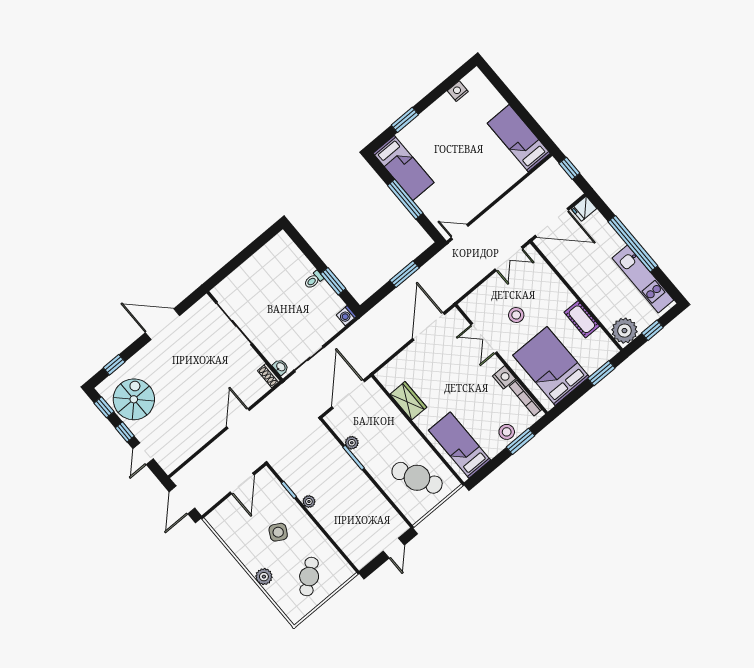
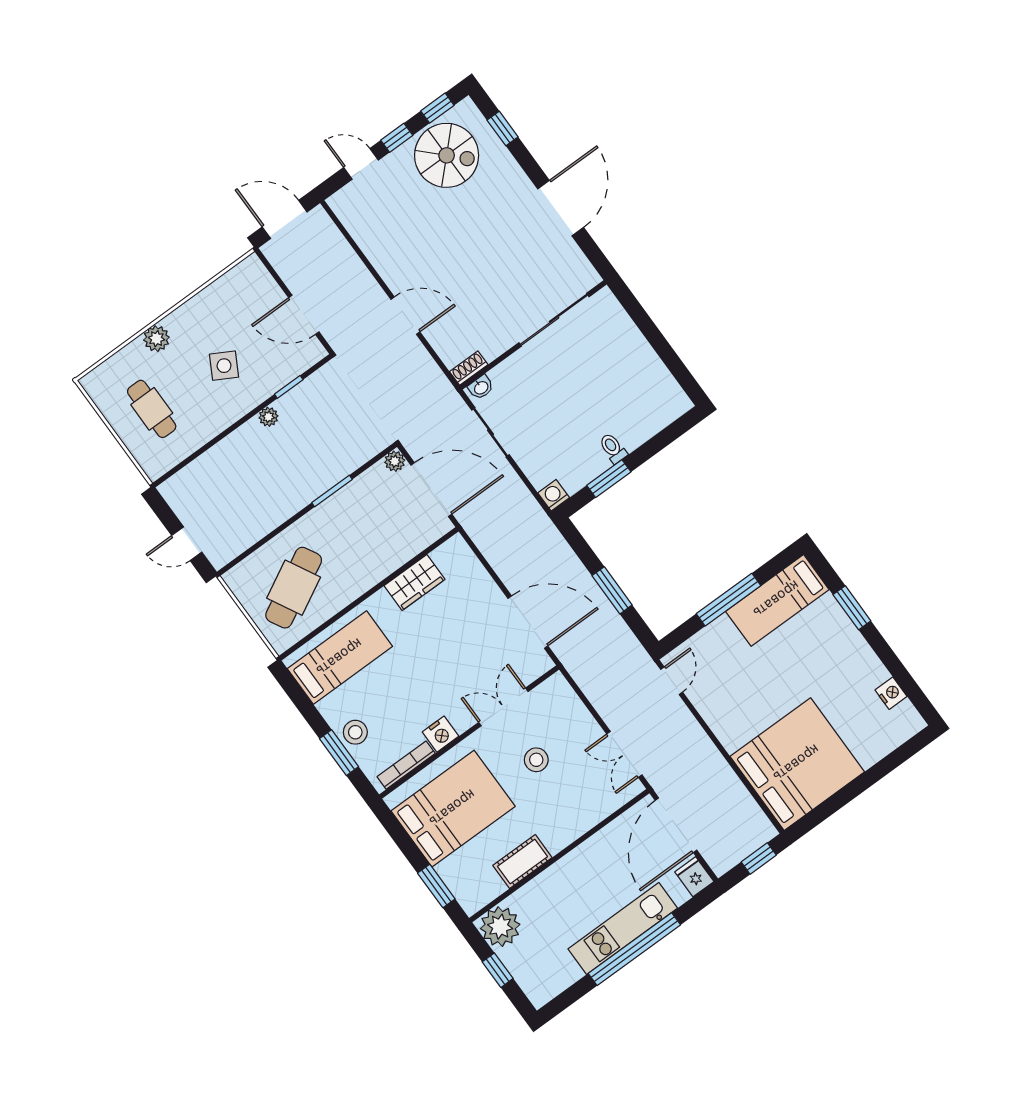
bed: (519, 138) -> (797, 764), width x2.04
kitchen unit: (643, 279) -> (623, 928), moved
plant: (352, 443) -> (395, 461), moved
cafe table: (309, 577) -> (152, 409), turned 39

